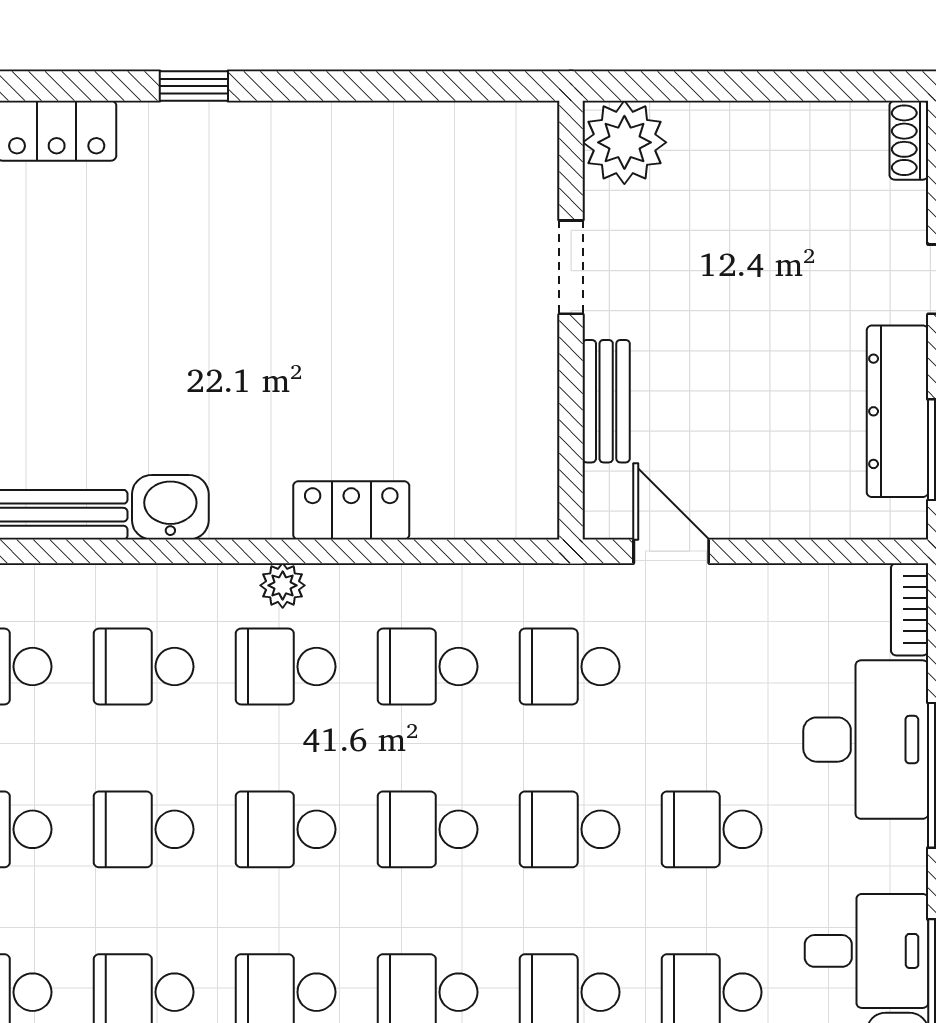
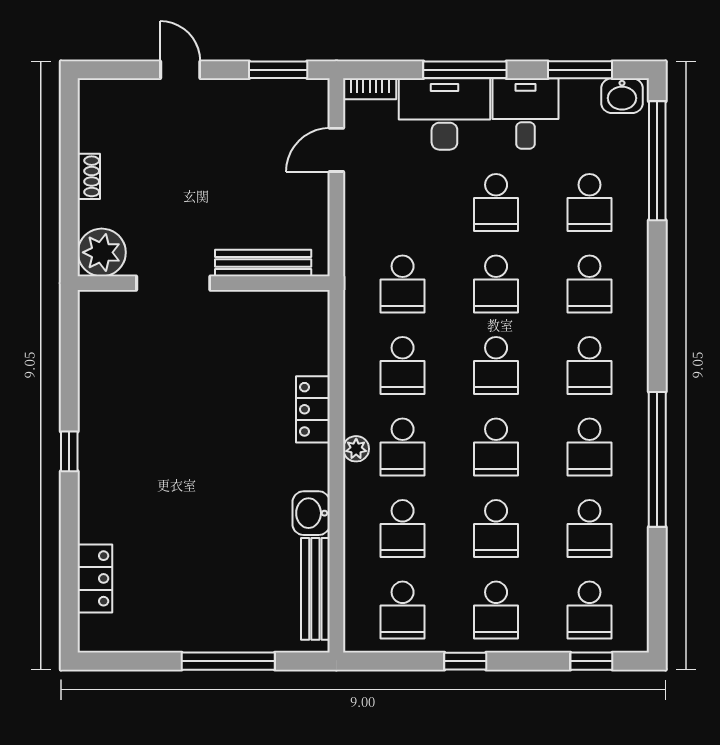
window: (194, 86) -> (69, 451), moved
shoe rack: (909, 140) -> (89, 176), moved, turned -90
doorway: (571, 267) -> (173, 283), width x1.38
bench: (606, 401) -> (263, 263), width x1.36
dresser: (897, 411) -> (256, 96), removed
door: (671, 551) -> (336, 150), moved
desk: (866, 951) -> (526, 114), moved

